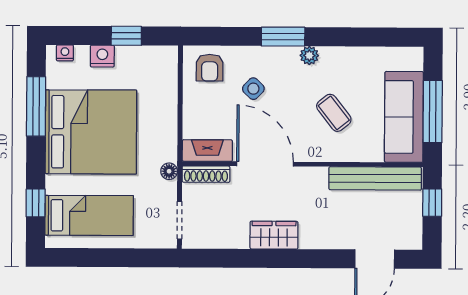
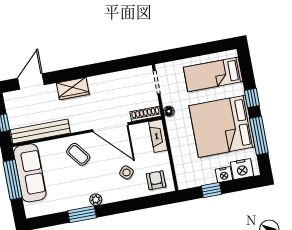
window: (283, 37) -> (82, 214), moved
nightstand: (65, 53) -> (242, 169), width x1.89, depth x1.79
coffee table: (334, 113) -> (78, 154), moved
fireplace: (207, 151) -> (158, 136), moved, turned 90
window: (36, 203) -> (252, 98), moved
wardrobe: (274, 235) -> (73, 89), moved

